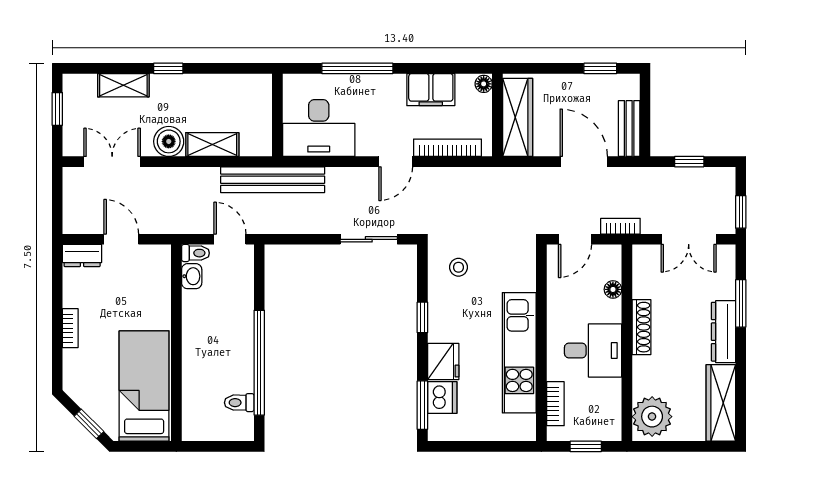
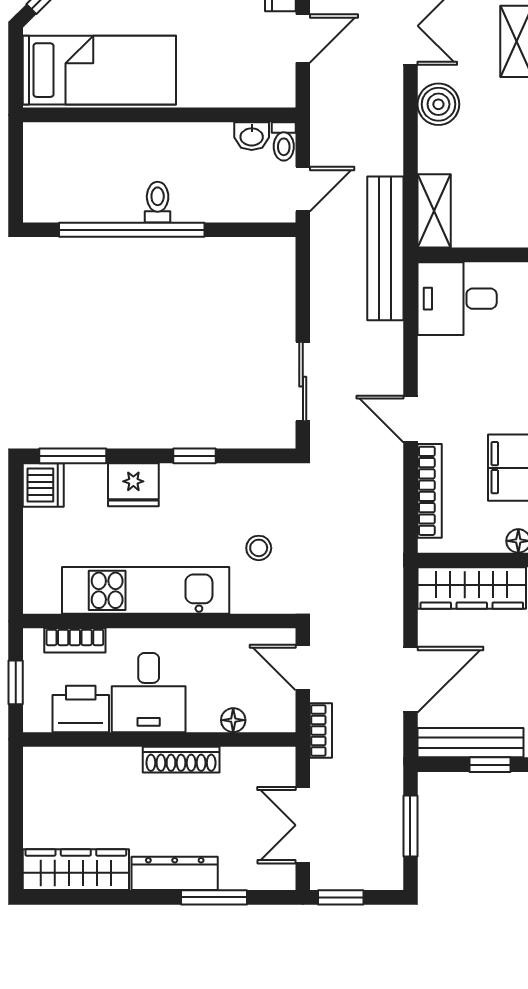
window: (645, 104) -> (490, 765), added
desk: (319, 128) -> (457, 299), width x0.73
bench: (629, 128) -> (470, 743), width x1.36
shelving: (212, 145) -> (434, 211), moved
window: (689, 162) -> (410, 826), width x1.50
stool: (458, 267) -> (259, 548), moved
dishwasher: (442, 398) -> (43, 485), moved, turned -90
printer: (605, 399) -> (81, 709), added
toilet: (239, 403) -> (158, 202), moved
plant: (652, 417) -> (57, 774), removed

